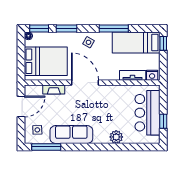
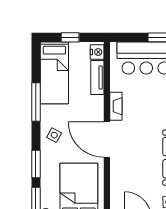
window: (163, 43) -> (70, 37), moved
door: (85, 83) -> (107, 140), hinge flipped
fireplace: (54, 89) -> (116, 106), moved

